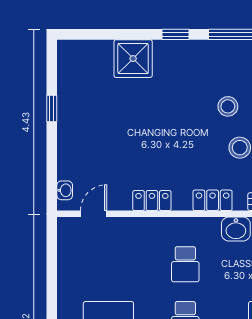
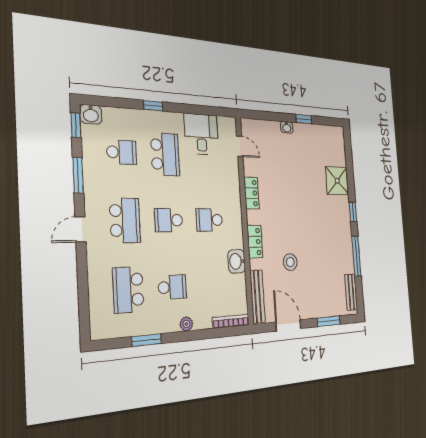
stool: (228, 106) -> (315, 252), removed
washbasin: (65, 190) -> (287, 127), moved
desk: (82, 268) -> (201, 134), added

